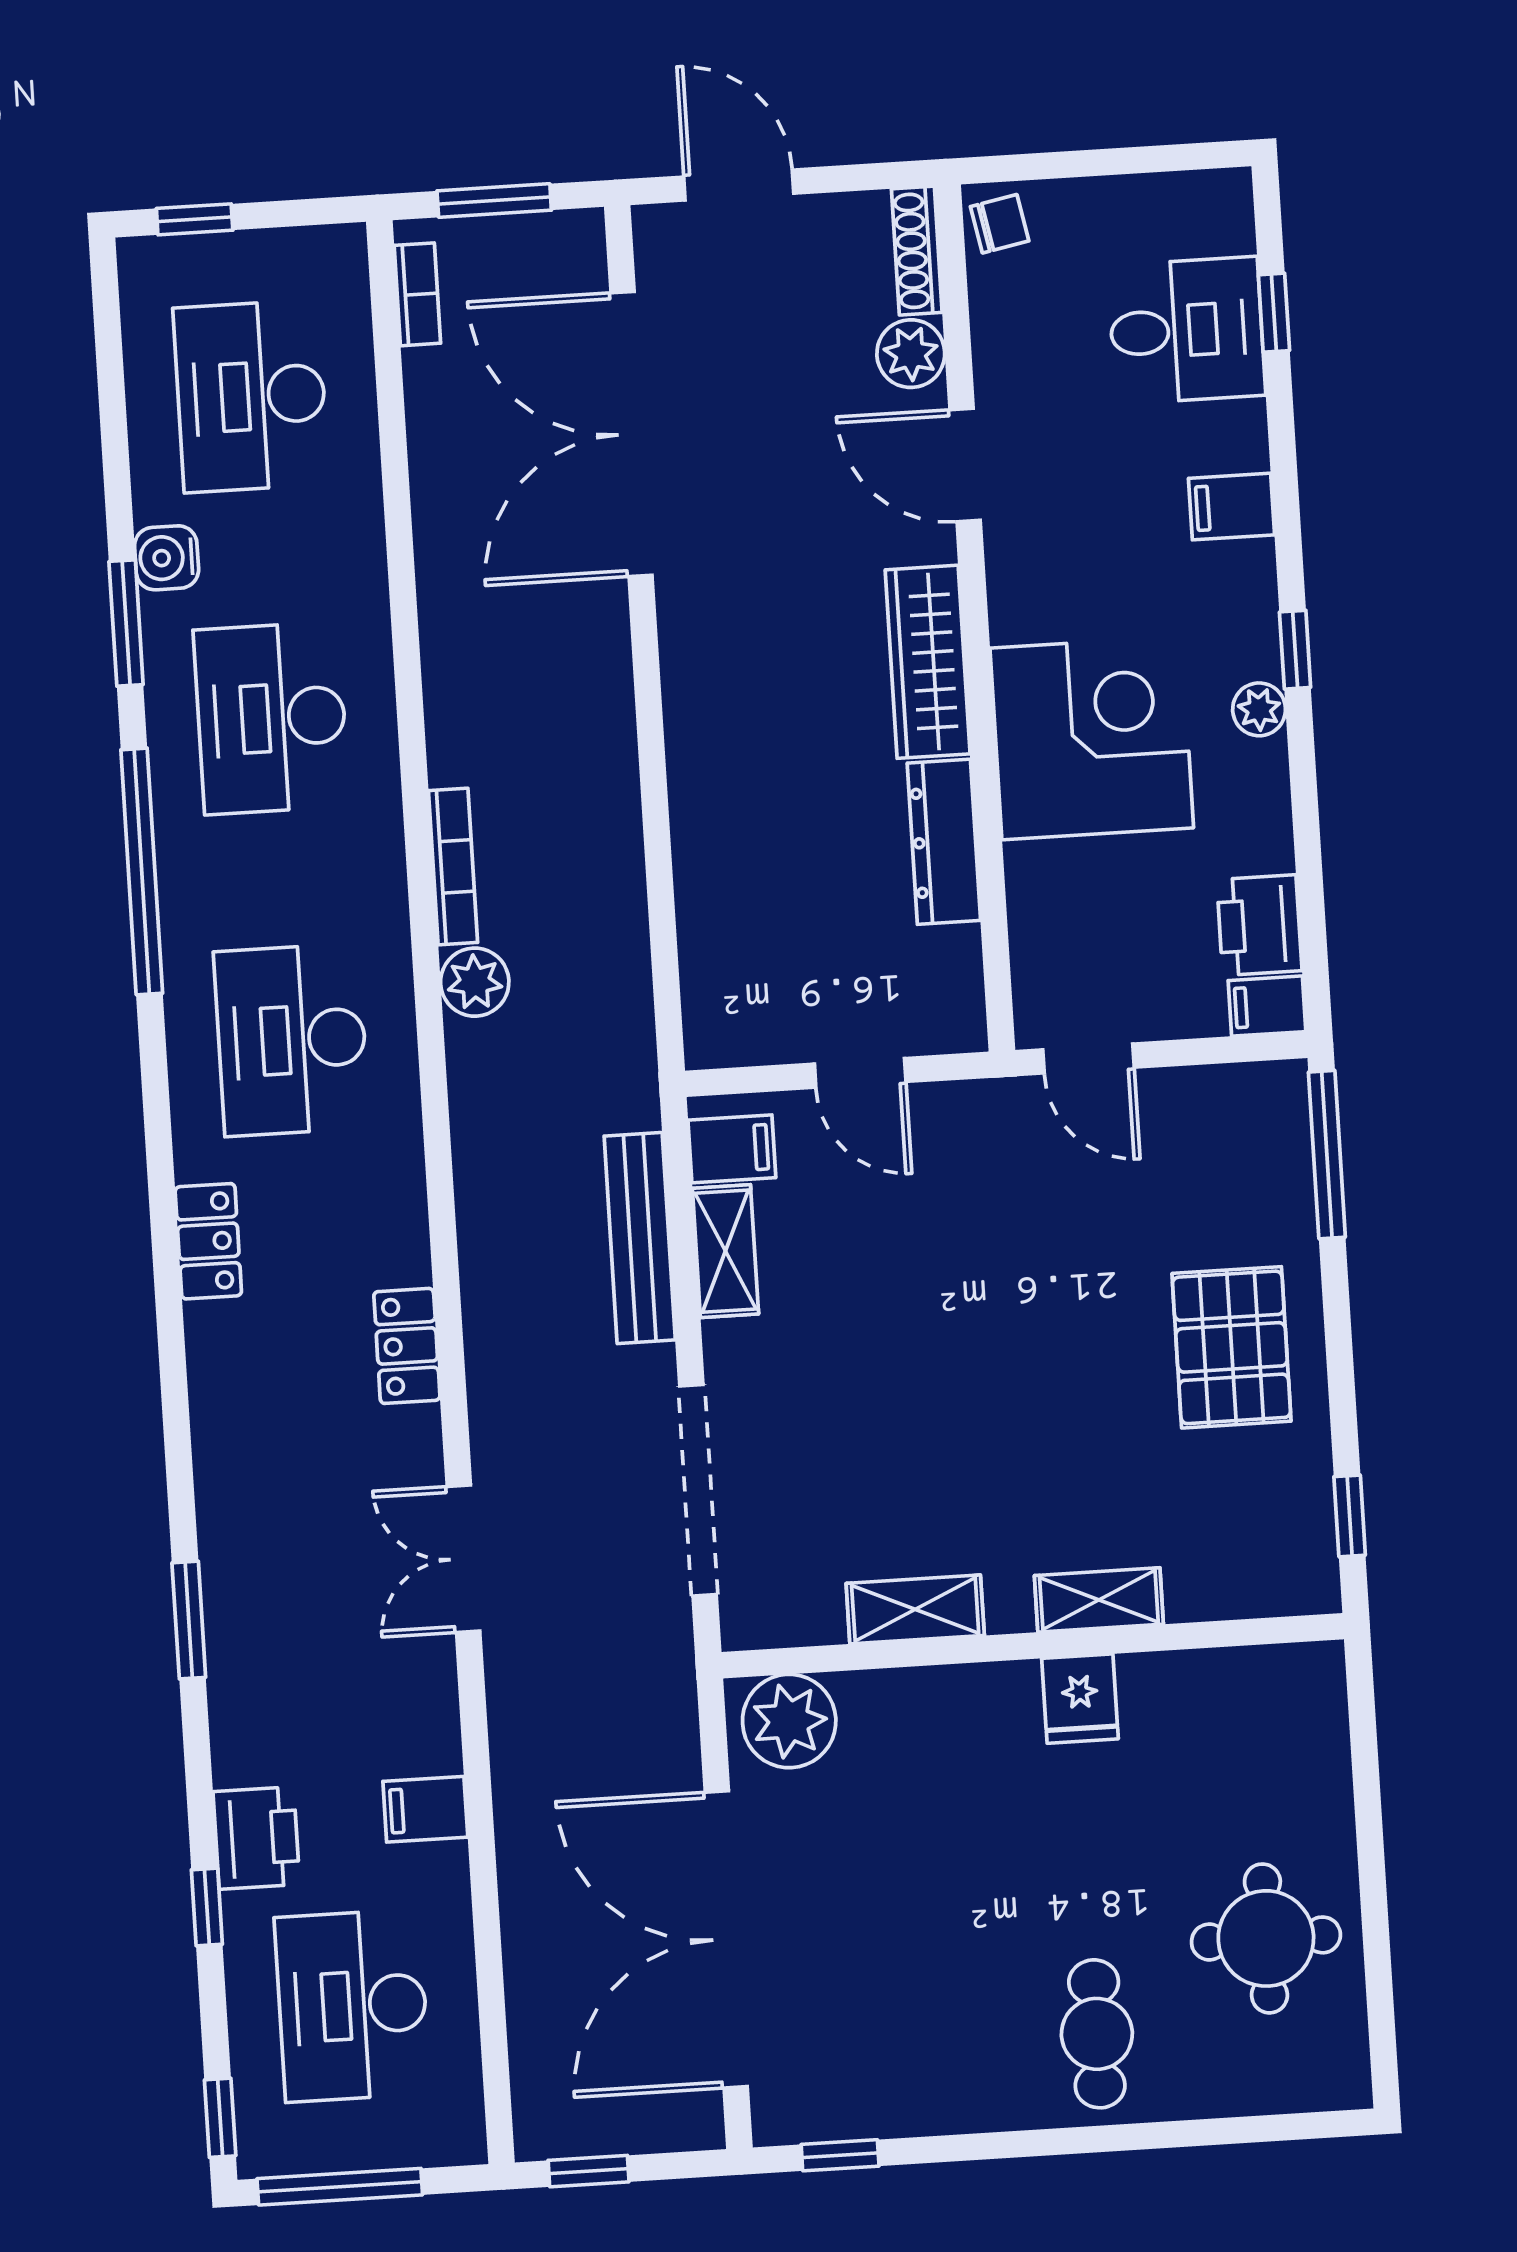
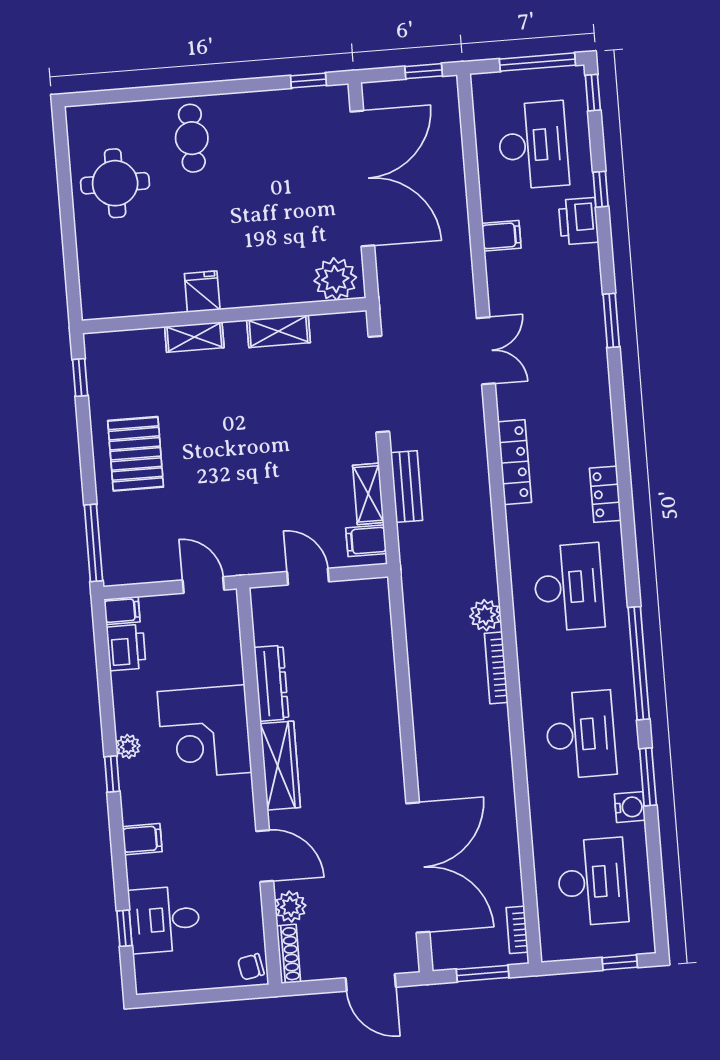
bench: (640, 1238) -> (407, 487), width x0.73
locker: (407, 1346) -> (515, 462), width x1.53

